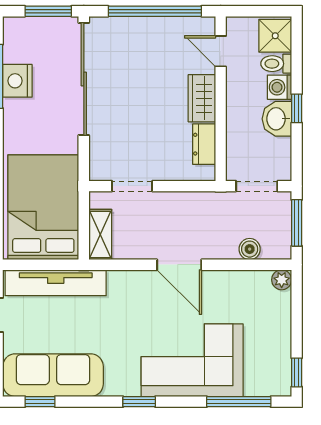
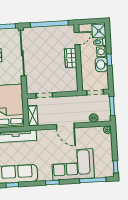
door: (221, 51) -> (77, 38), swing flipped
dresser: (204, 144) -> (73, 77), removed

